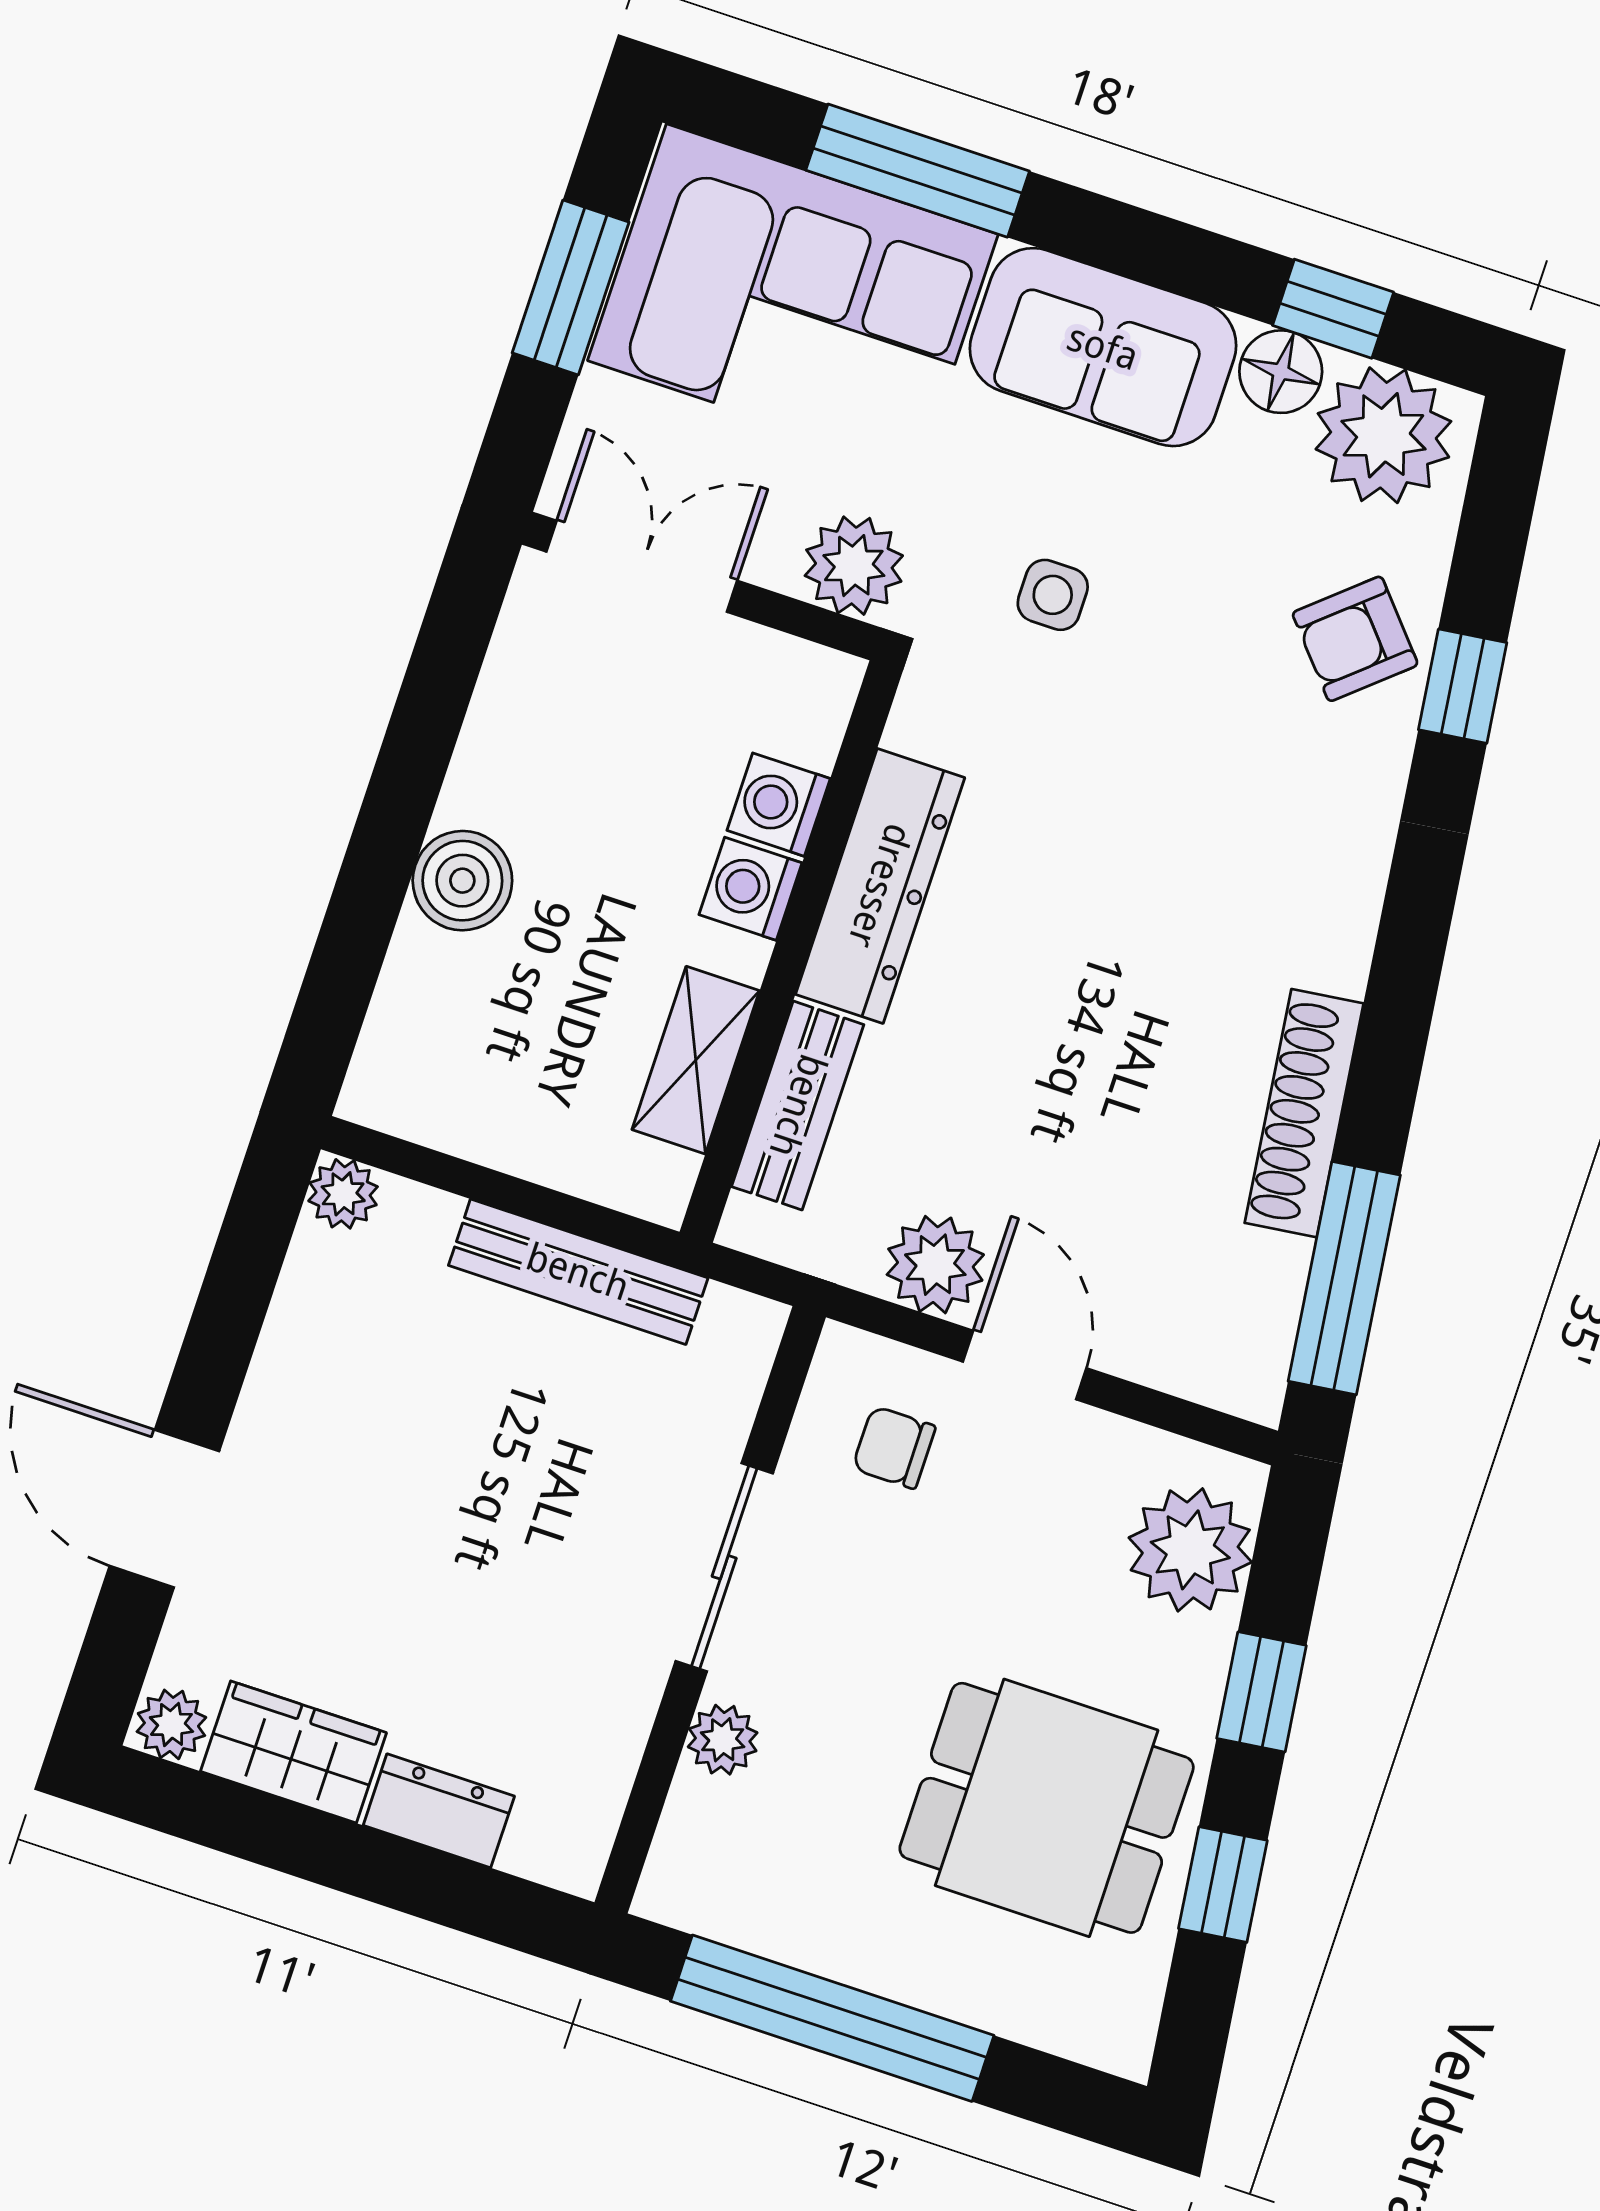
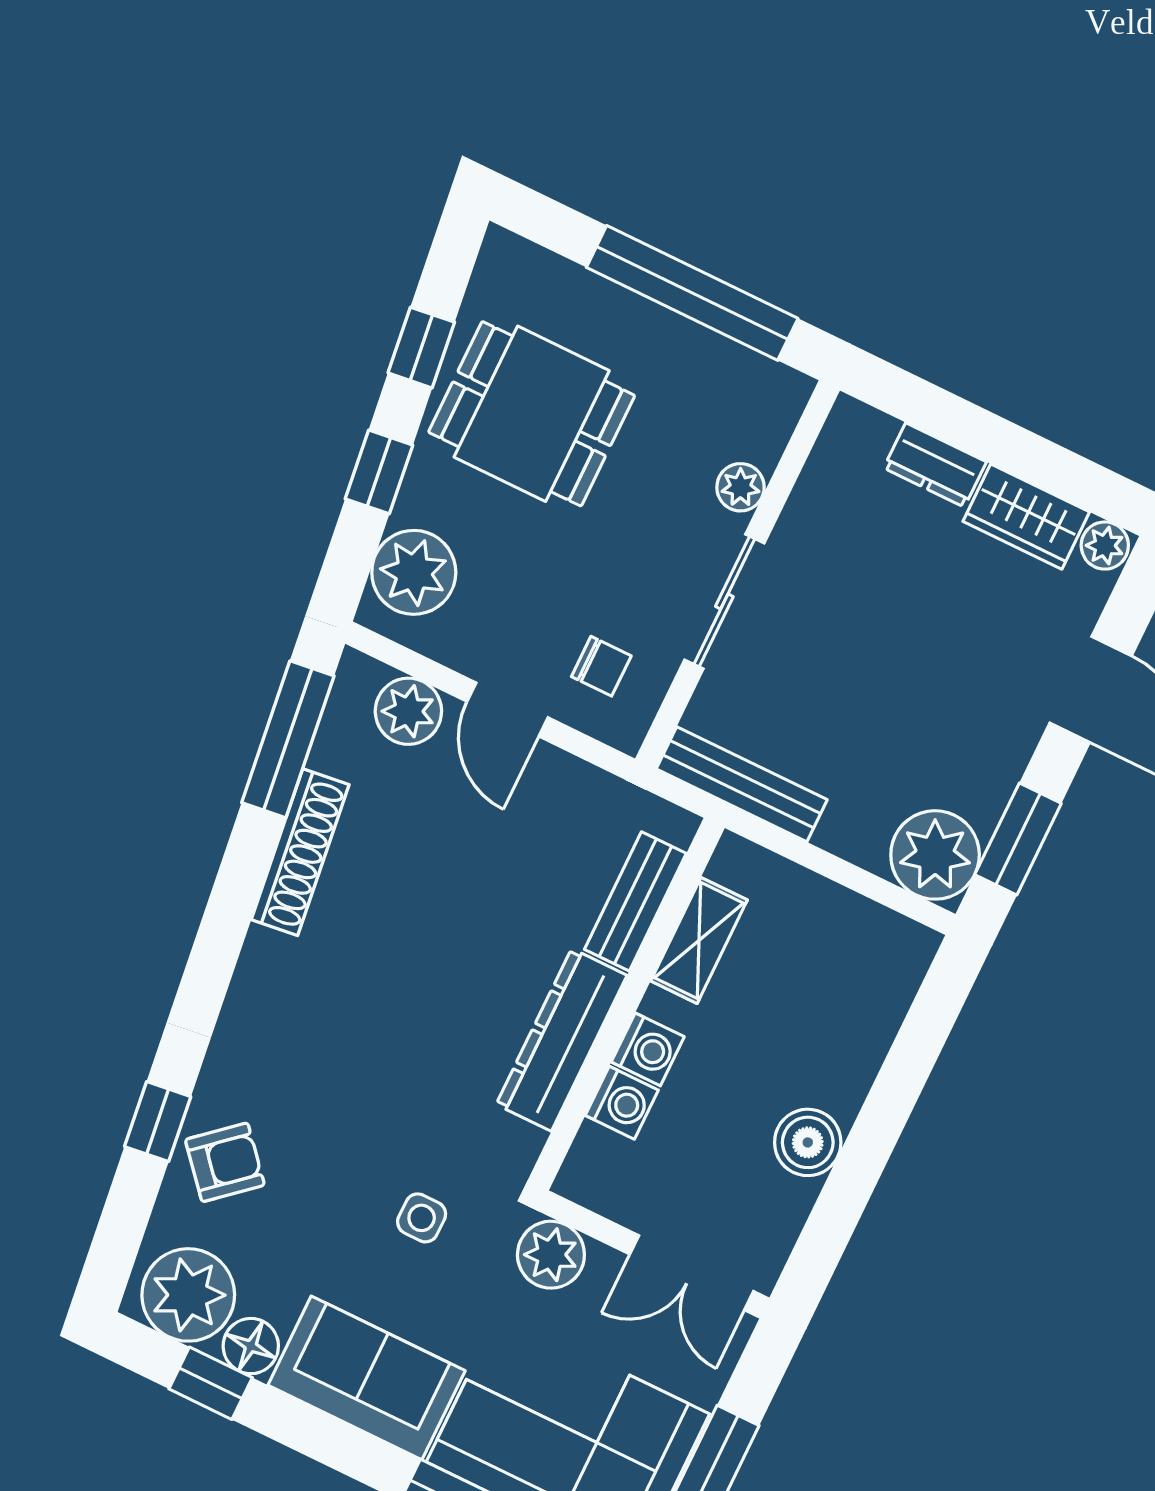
boiler: (462, 881) -> (808, 1142), moved
plant: (343, 1194) -> (935, 855), width x1.88, depth x1.88
plant: (935, 1265) -> (408, 711), moved
bench: (578, 1272) -> (742, 784), moved
window: (243, 1273) -> (1018, 839), added

